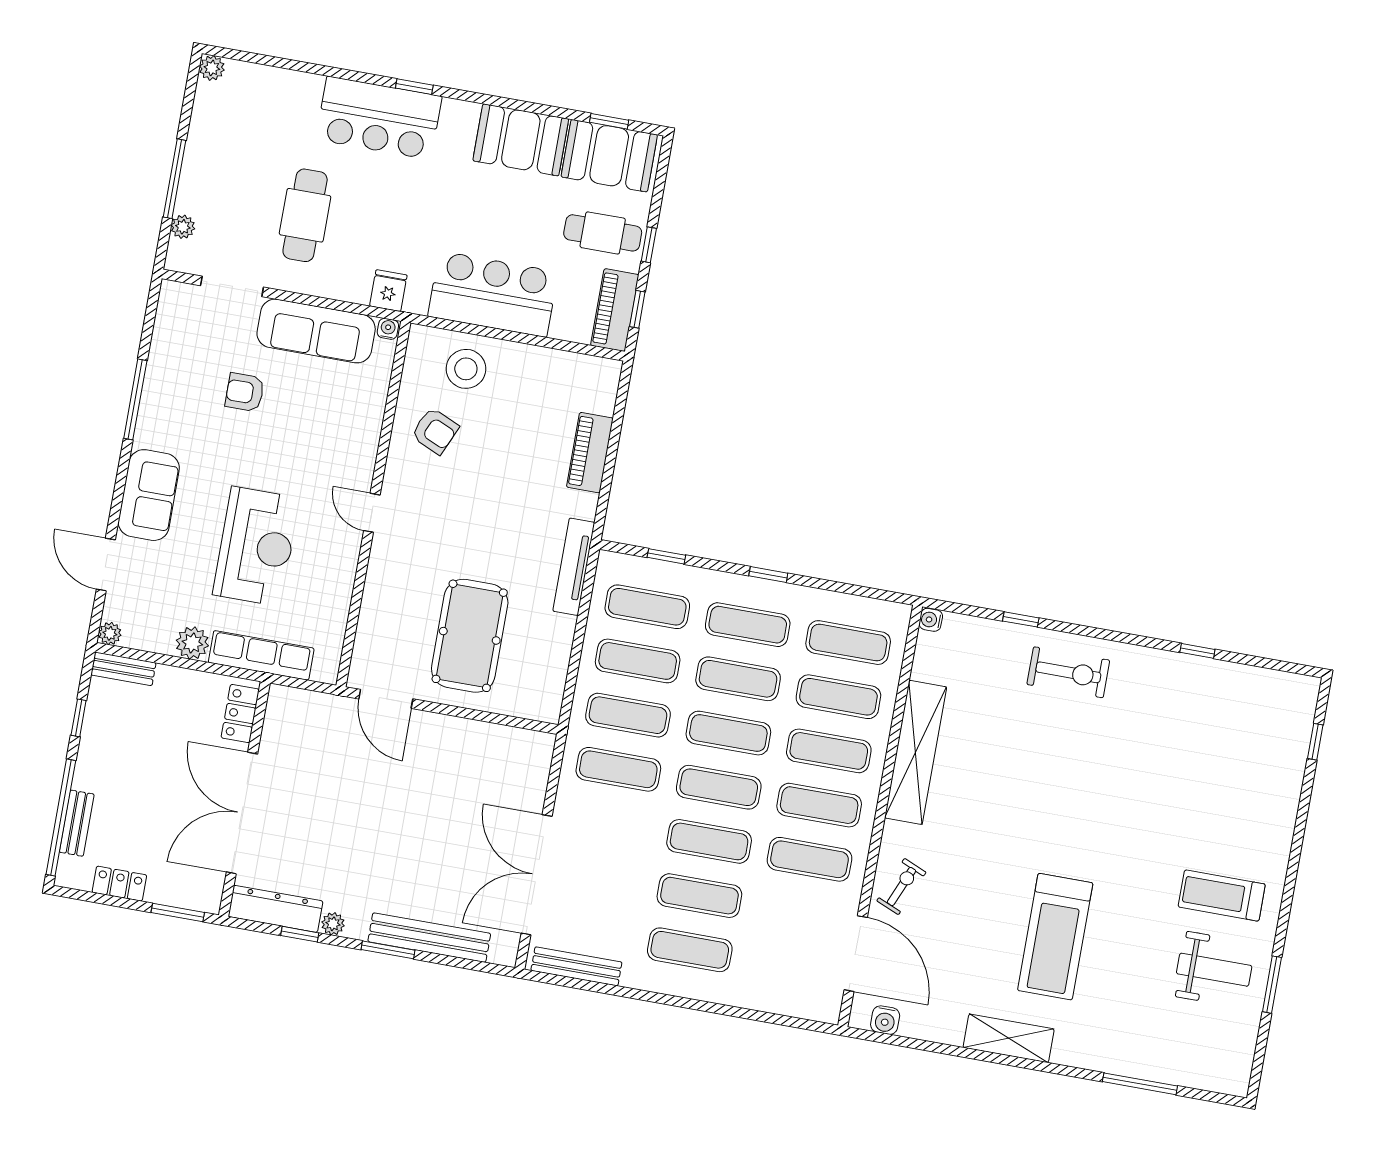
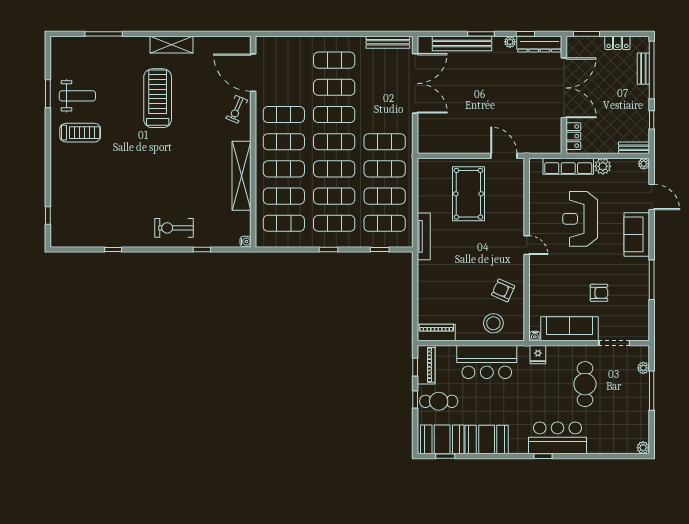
piano: (590, 453) -> (436, 333), moved, turned -90
weight bench: (1214, 970) -> (77, 96), turned 180
water cooler: (885, 1020) -> (233, 43), removed

